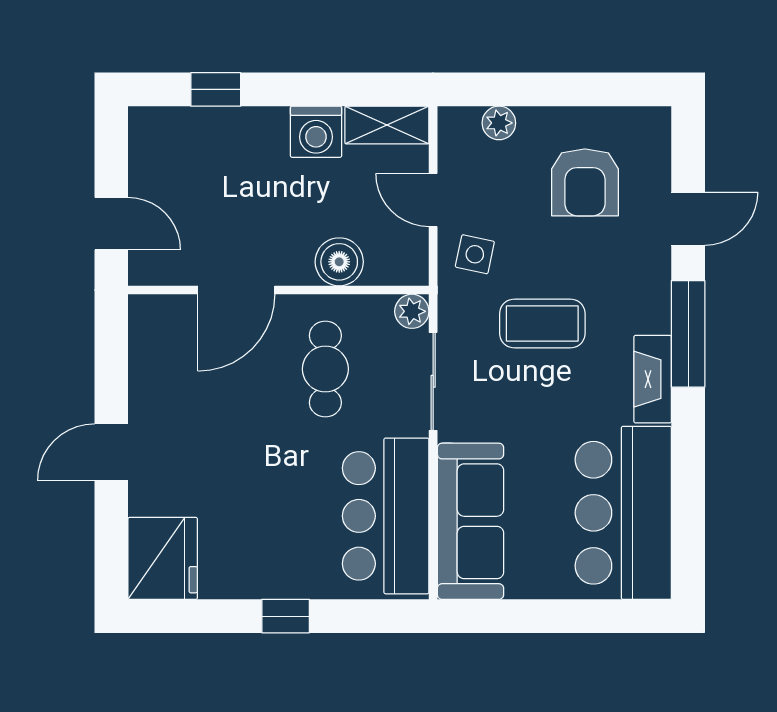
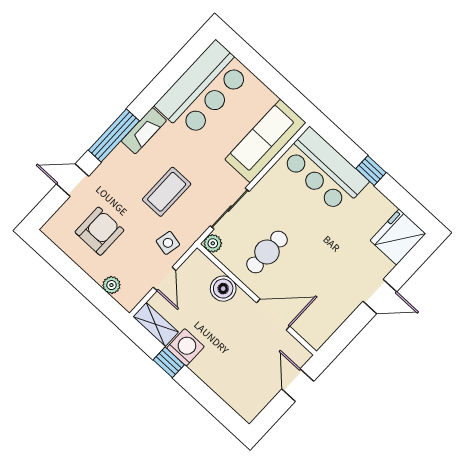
window: (216, 89) -> (169, 362), moved
coffee table: (542, 324) -> (167, 192), turned 90
bar counter: (386, 516) -> (324, 170), moved, turned 90

